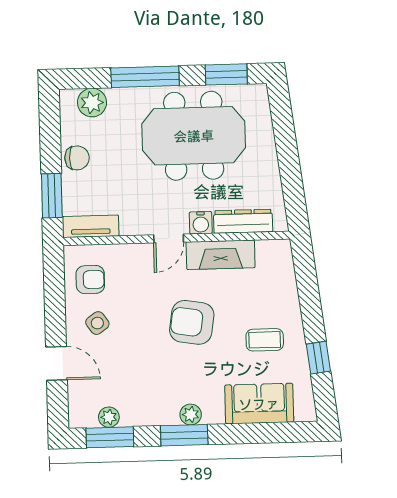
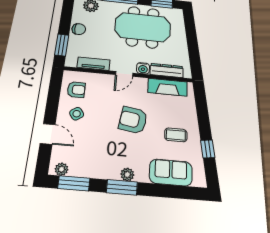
tv unit: (91, 226) -> (94, 64), moved
fireplace: (221, 255) -> (168, 87), moved
plant: (109, 417) -> (62, 169), moved

